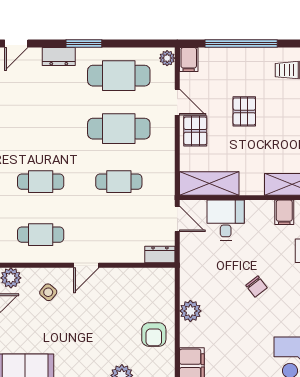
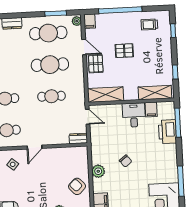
window: (84, 43) -> (56, 13), moved
pallet: (244, 111) -> (124, 51), turned 90
desk: (226, 220) -> (134, 115), moved
chair: (257, 287) -> (126, 161), moved
armchair: (154, 334) -> (77, 186), turned 136

